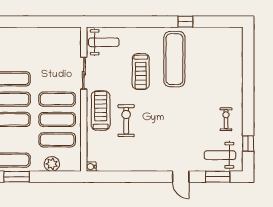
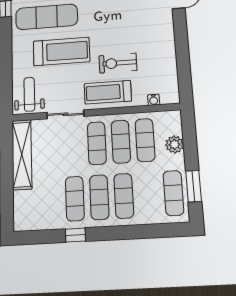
shelving: (52, 35) -> (22, 154), added
treadmill: (141, 72) -> (61, 51), width x1.37, depth x1.38
water cooler: (91, 167) -> (154, 100), moved

